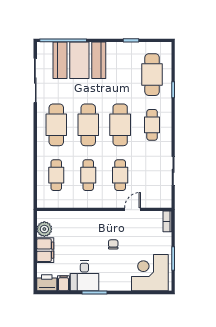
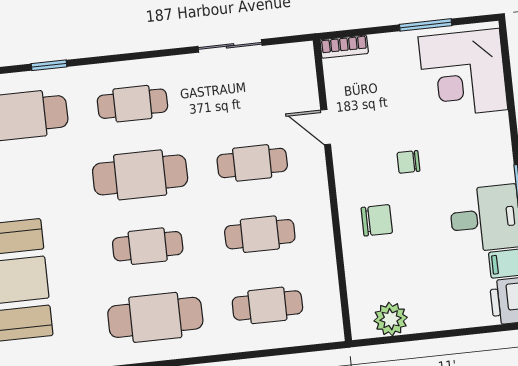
cafe table: (88, 125) -> (148, 246), width x0.73, depth x0.74
chair: (89, 228) -> (377, 220), added
filing cabinet: (45, 250) -> (438, 312), removed

